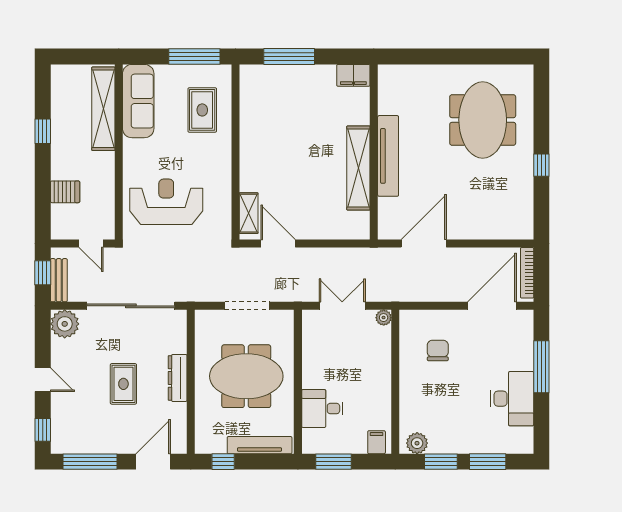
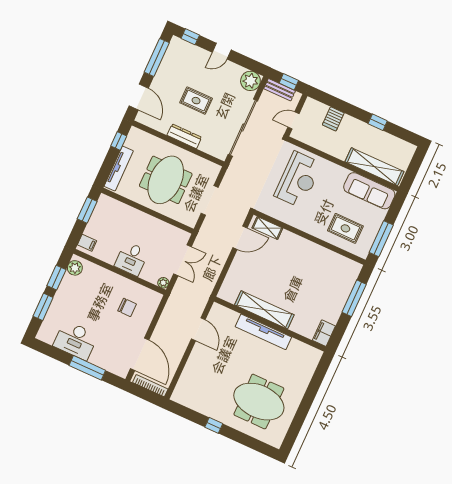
door: (424, 243) -> (198, 329), width x0.73
desk: (322, 409) -> (132, 259), moved, turned 180

